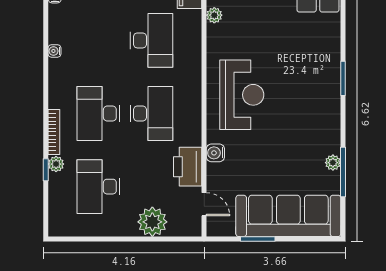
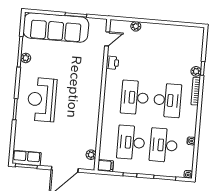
reception desk: (242, 95) -> (42, 100), moved
water cooler: (215, 153) -> (97, 70), removed
printer: (188, 167) -> (112, 63), width x0.53, depth x0.68
desk: (98, 187) -> (164, 145), moved, turned 180
door: (204, 204) -> (107, 39), swing flipped
plant: (152, 222) -> (136, 26), width x0.53, depth x0.53

